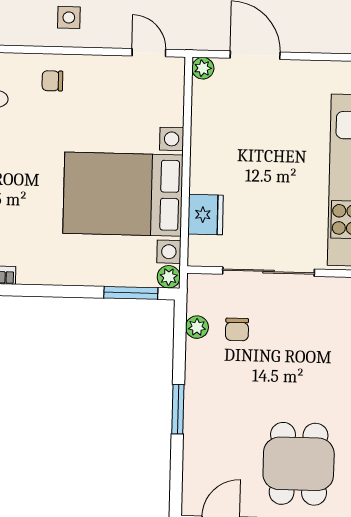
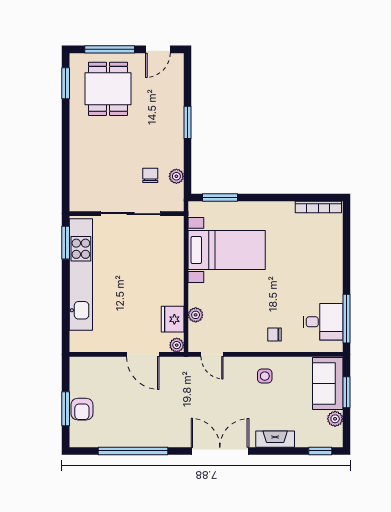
chair: (52, 81) -> (274, 334), turned 180
bed with nightstands: (123, 194) -> (227, 250), width x0.73
fridge: (206, 215) -> (173, 319), moved
plant: (169, 277) -> (196, 315), moved

